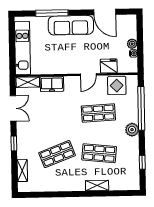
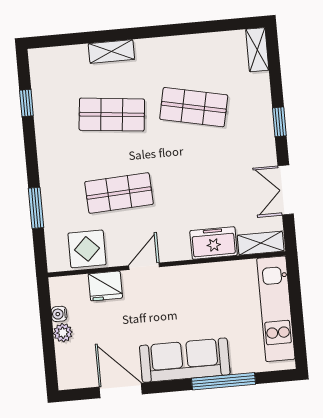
window: (141, 108) -> (36, 208), width x0.47
plant: (132, 130) -> (51, 165), removed
shop shelf: (57, 154) -> (194, 107), turned 33
shelving: (22, 171) -> (257, 50), moved

